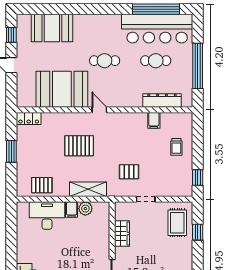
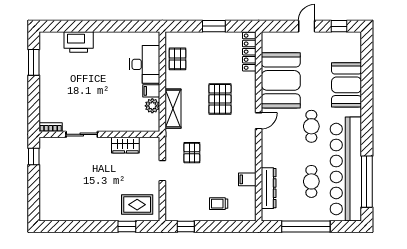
booth: (52, 28) -> (347, 85), moved
bar counter: (157, 29) -> (346, 169), width x1.36
locker: (29, 118) -> (249, 52), width x1.53

